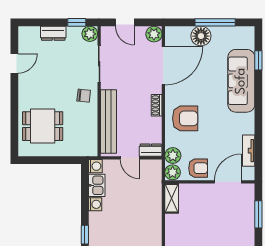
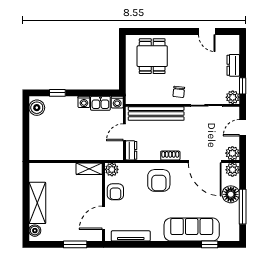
tv unit: (249, 151) -> (131, 236), width x1.41
plant: (173, 156) -> (232, 170), moved
door: (228, 182) -> (104, 218), swing flipped

